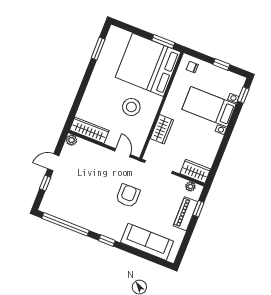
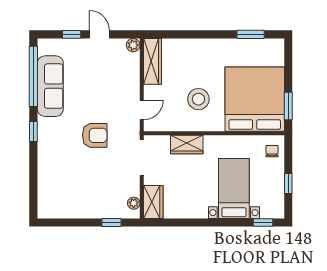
piano: (185, 214) -> (100, 210), removed
sofa: (147, 242) -> (50, 86), moved

